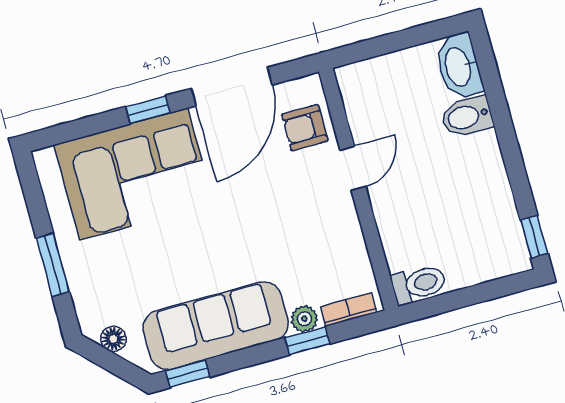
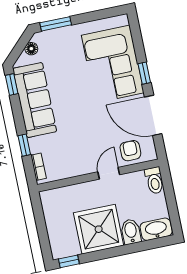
door: (353, 168) -> (109, 173), swing flipped
shower: (466, 181) -> (99, 229), added
window: (53, 265) -> (56, 24), moved
toilet: (419, 284) -> (154, 180), moved
plant: (304, 319) -> (35, 144), removed

